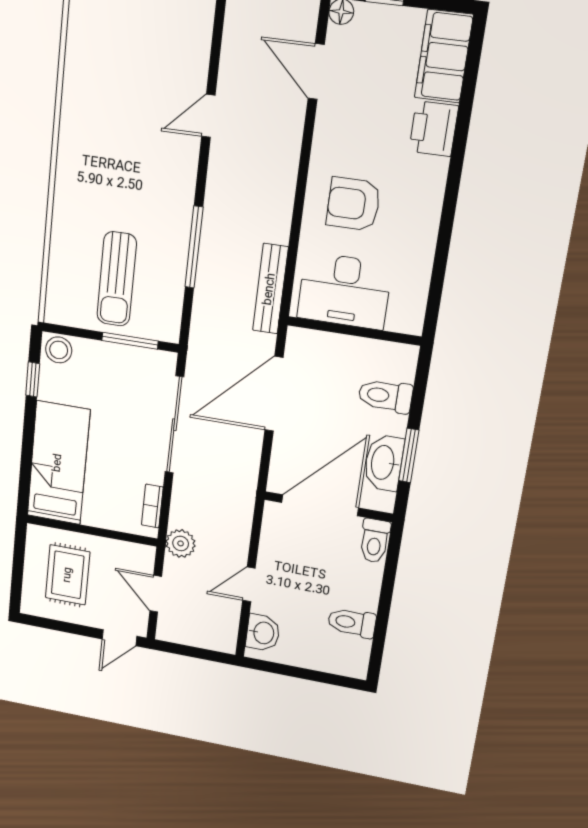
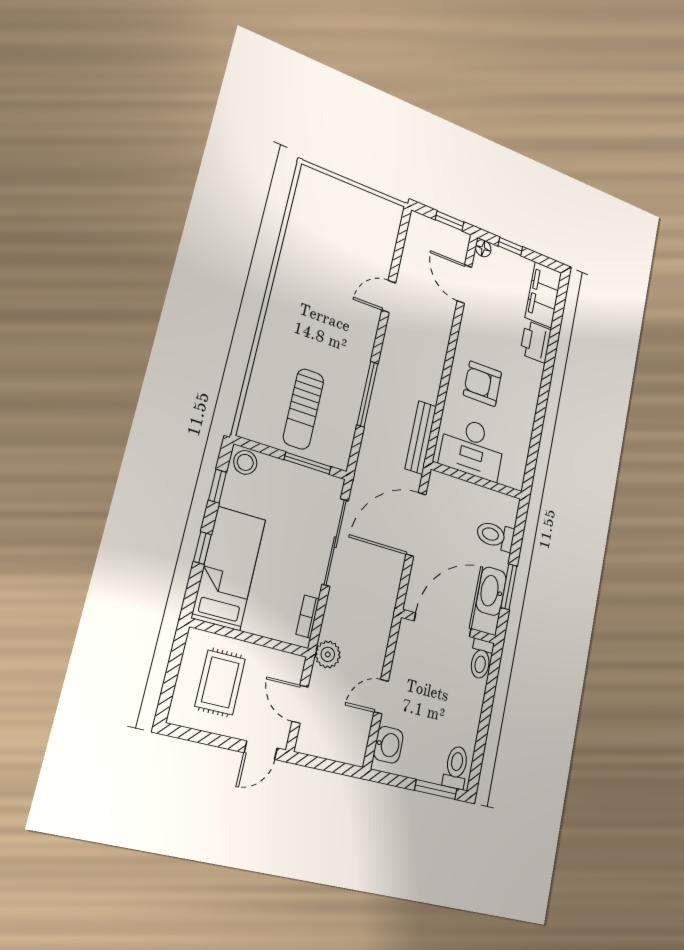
window: (28, 445) -> (202, 548), added
toilet: (352, 623) -> (456, 767), moved, turned 90
window: (326, 678) -> (436, 789), added

